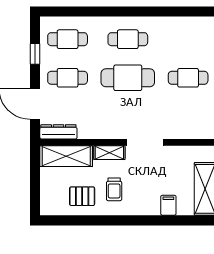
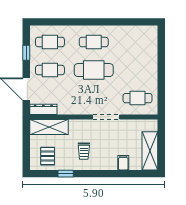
cafe table: (188, 78) -> (138, 98), moved
shelving: (109, 153) -> (80, 124), removed
pallet: (82, 196) -> (48, 156), moved, turned 90
window: (89, 220) -> (66, 174), added

